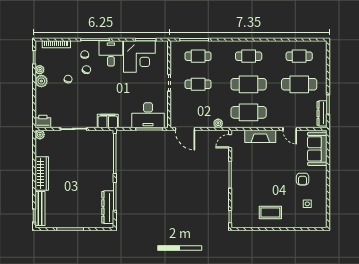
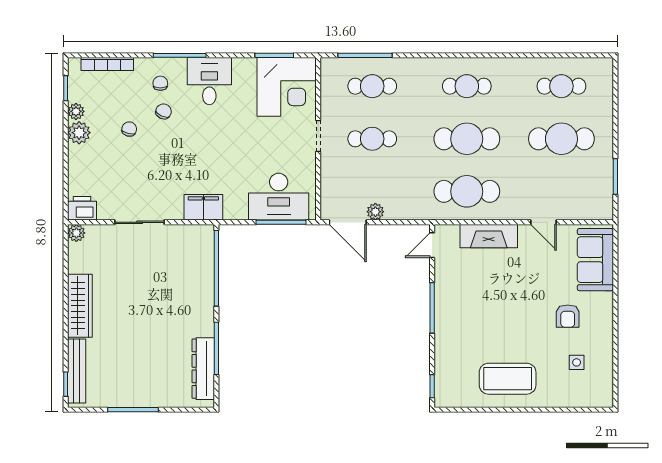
corner desk: (139, 57) -> (287, 87), moved
dresser: (322, 113) -> (604, 193), removed
plant: (218, 123) -> (375, 212), moved
coffee table: (270, 213) -> (508, 379), width x1.36, depth x1.32

